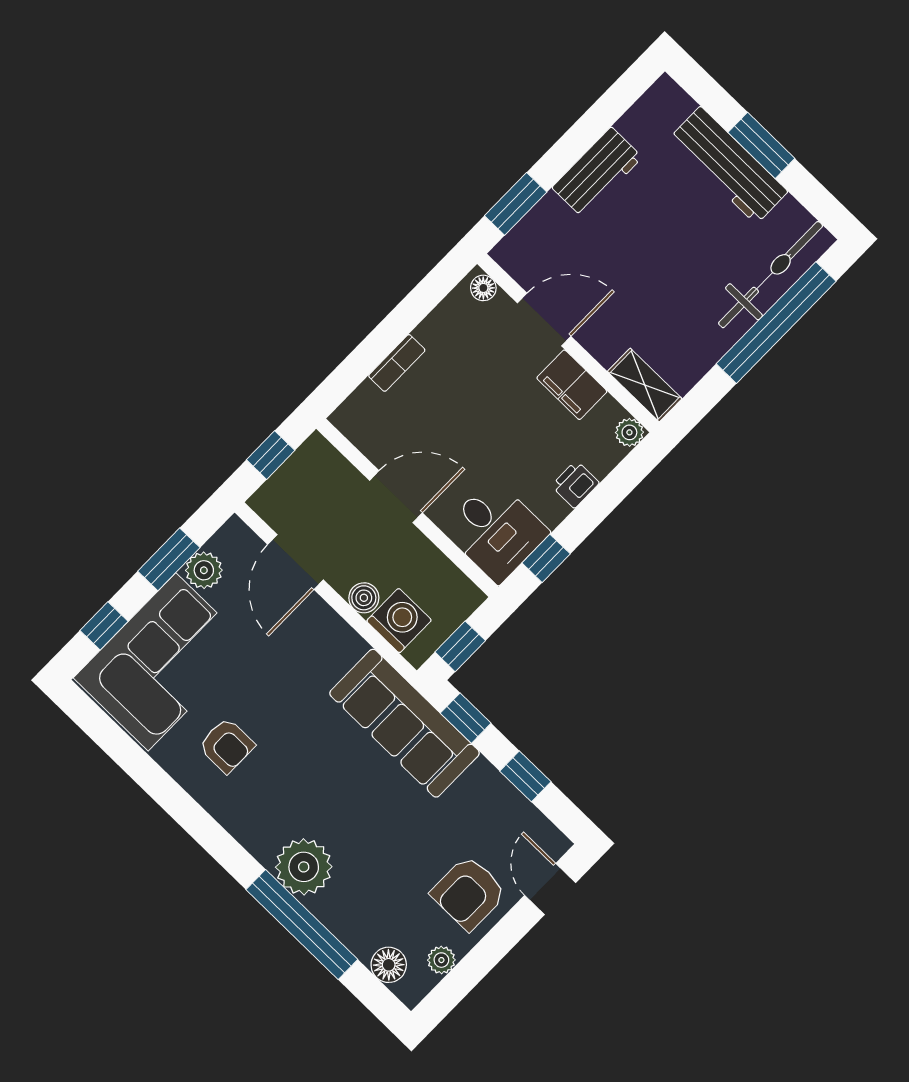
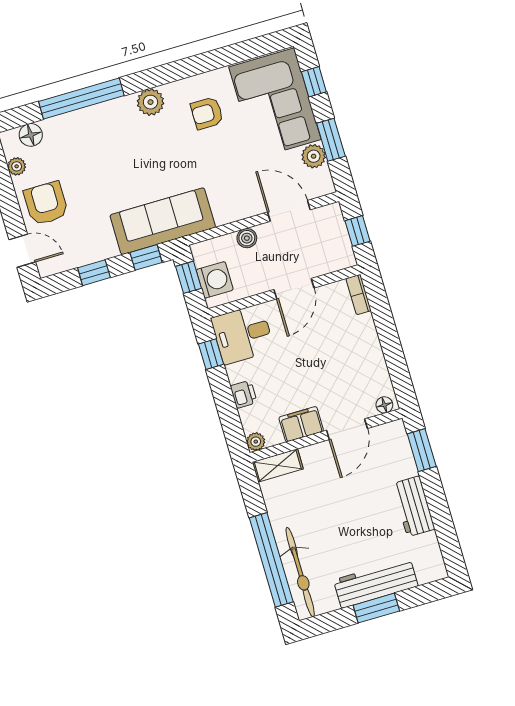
bookcase: (397, 363) -> (359, 295), moved
washing machine: (399, 621) -> (215, 280), moved, turned -90
plant: (304, 867) -> (150, 102), moved, width x0.73, depth x0.73

